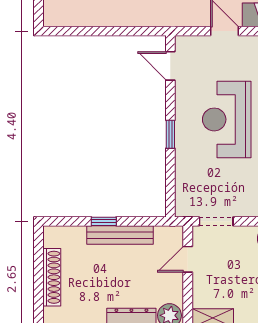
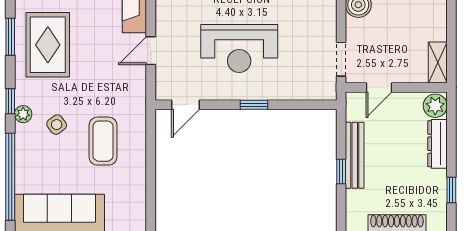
door: (188, 259) -> (379, 88), hinge flipped

